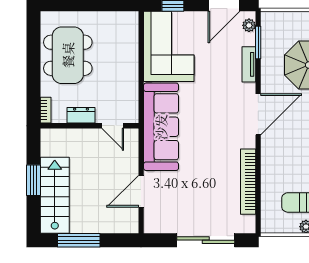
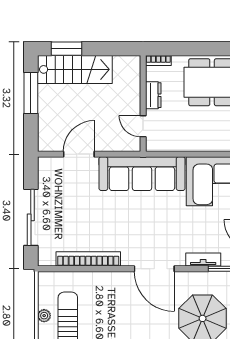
door: (113, 126) -> (143, 126), hinge flipped
window: (33, 180) -> (67, 49), moved
door: (141, 191) -> (79, 154), hinge flipped

